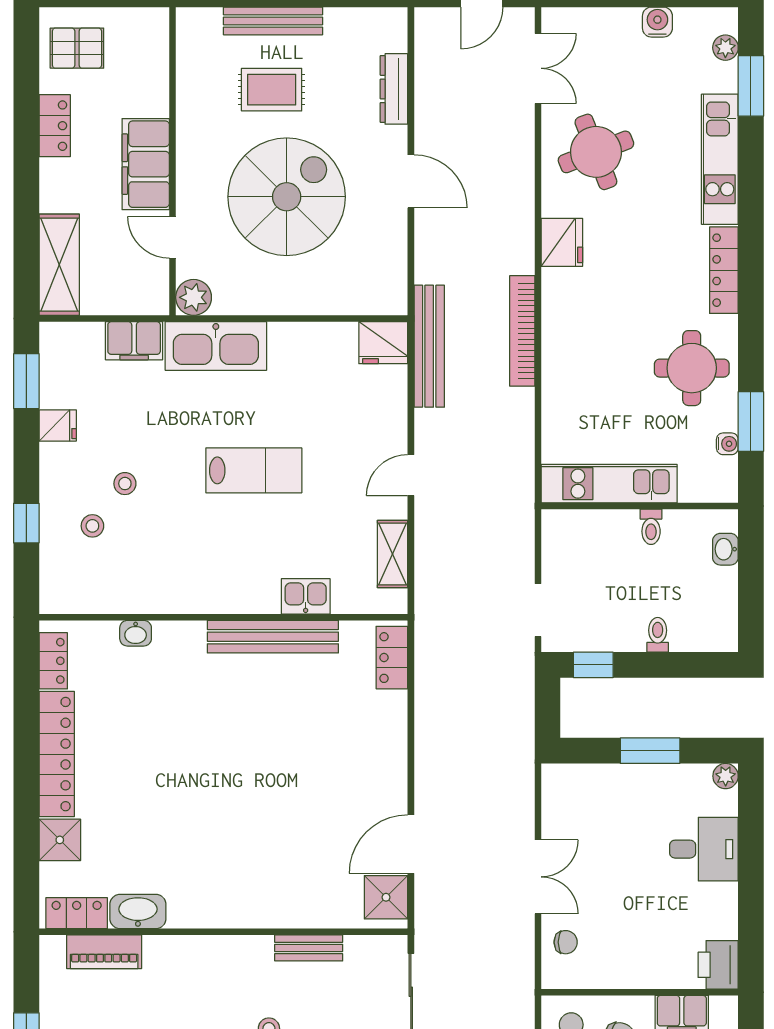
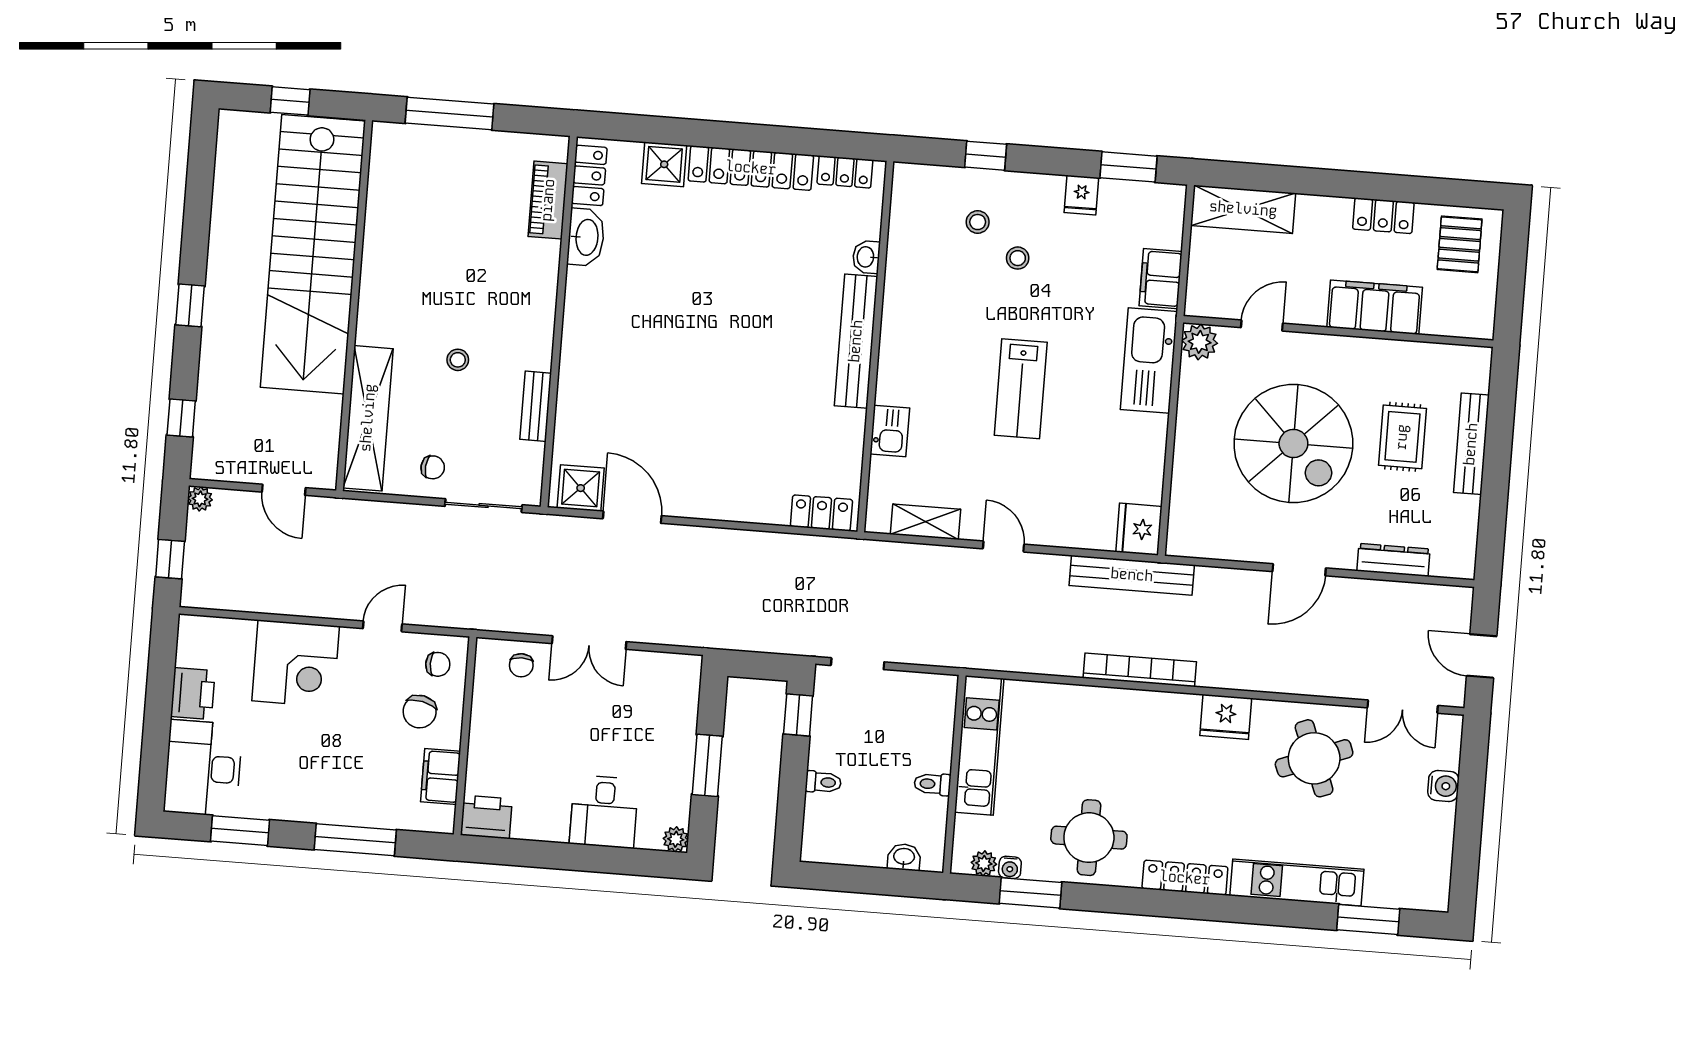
water cooler: (657, 22) -> (1443, 786), moved
plant: (725, 48) -> (984, 863), moved
filing cabinet: (146, 164) -> (1375, 307), moved
bench: (273, 637) -> (856, 341), moved

